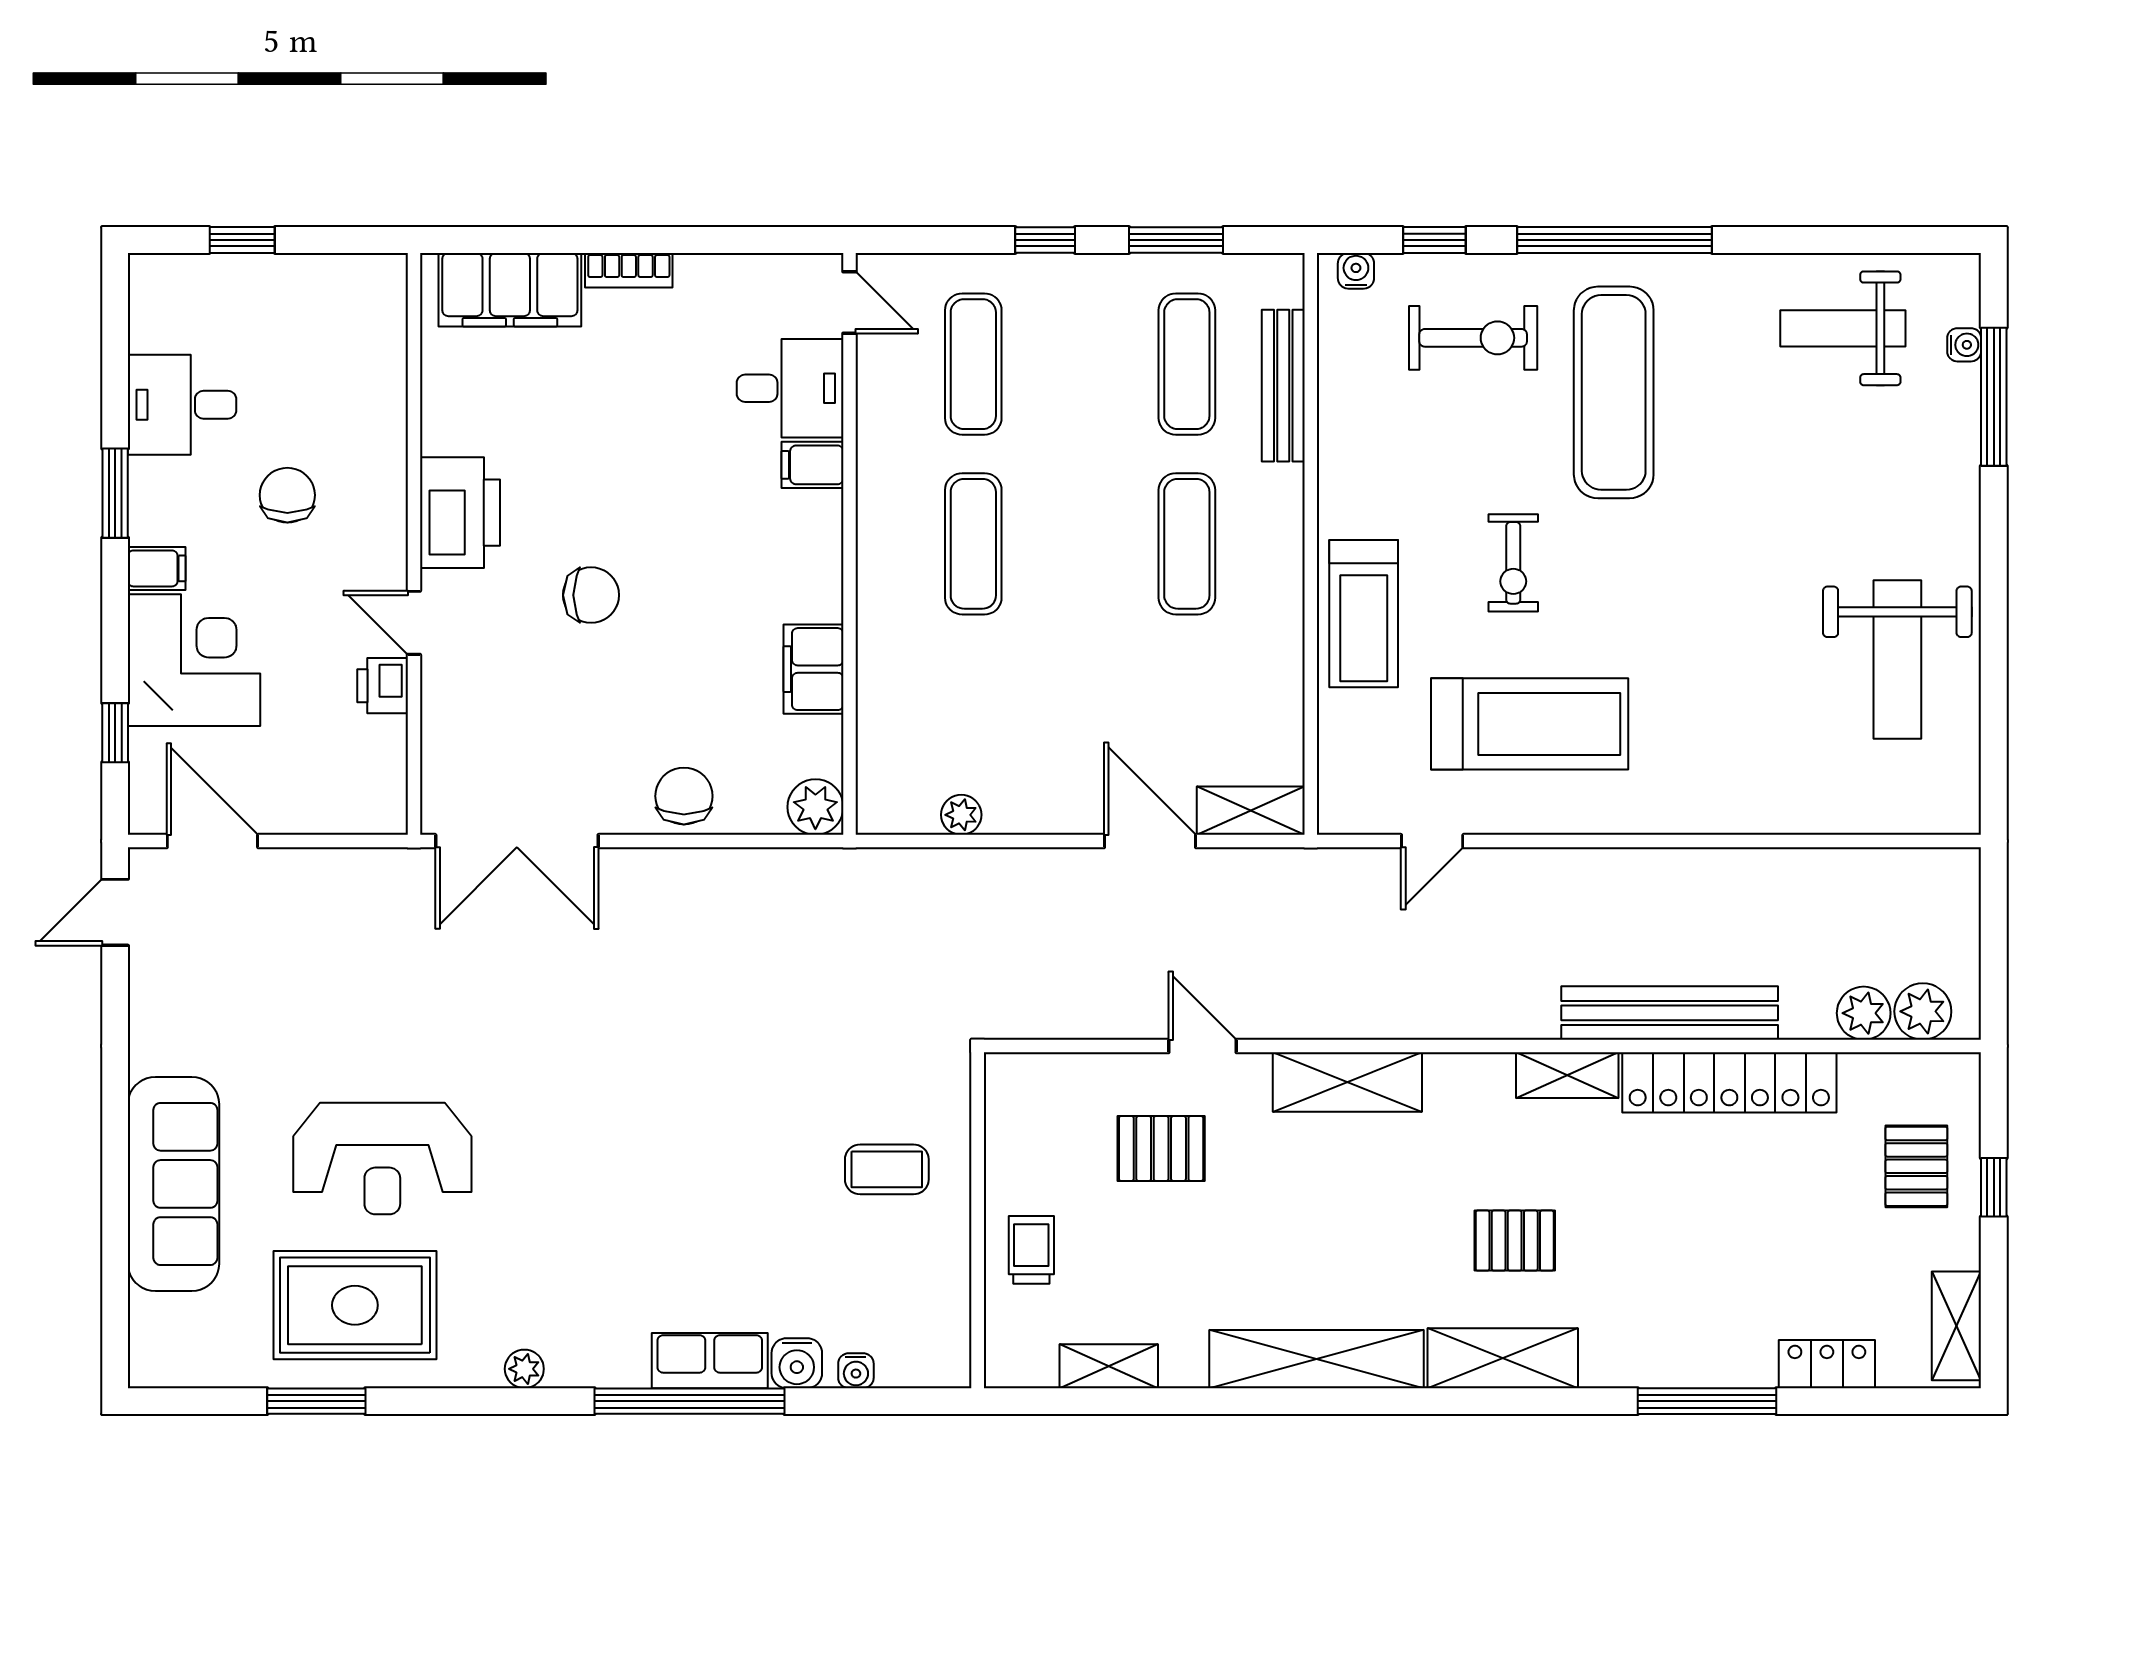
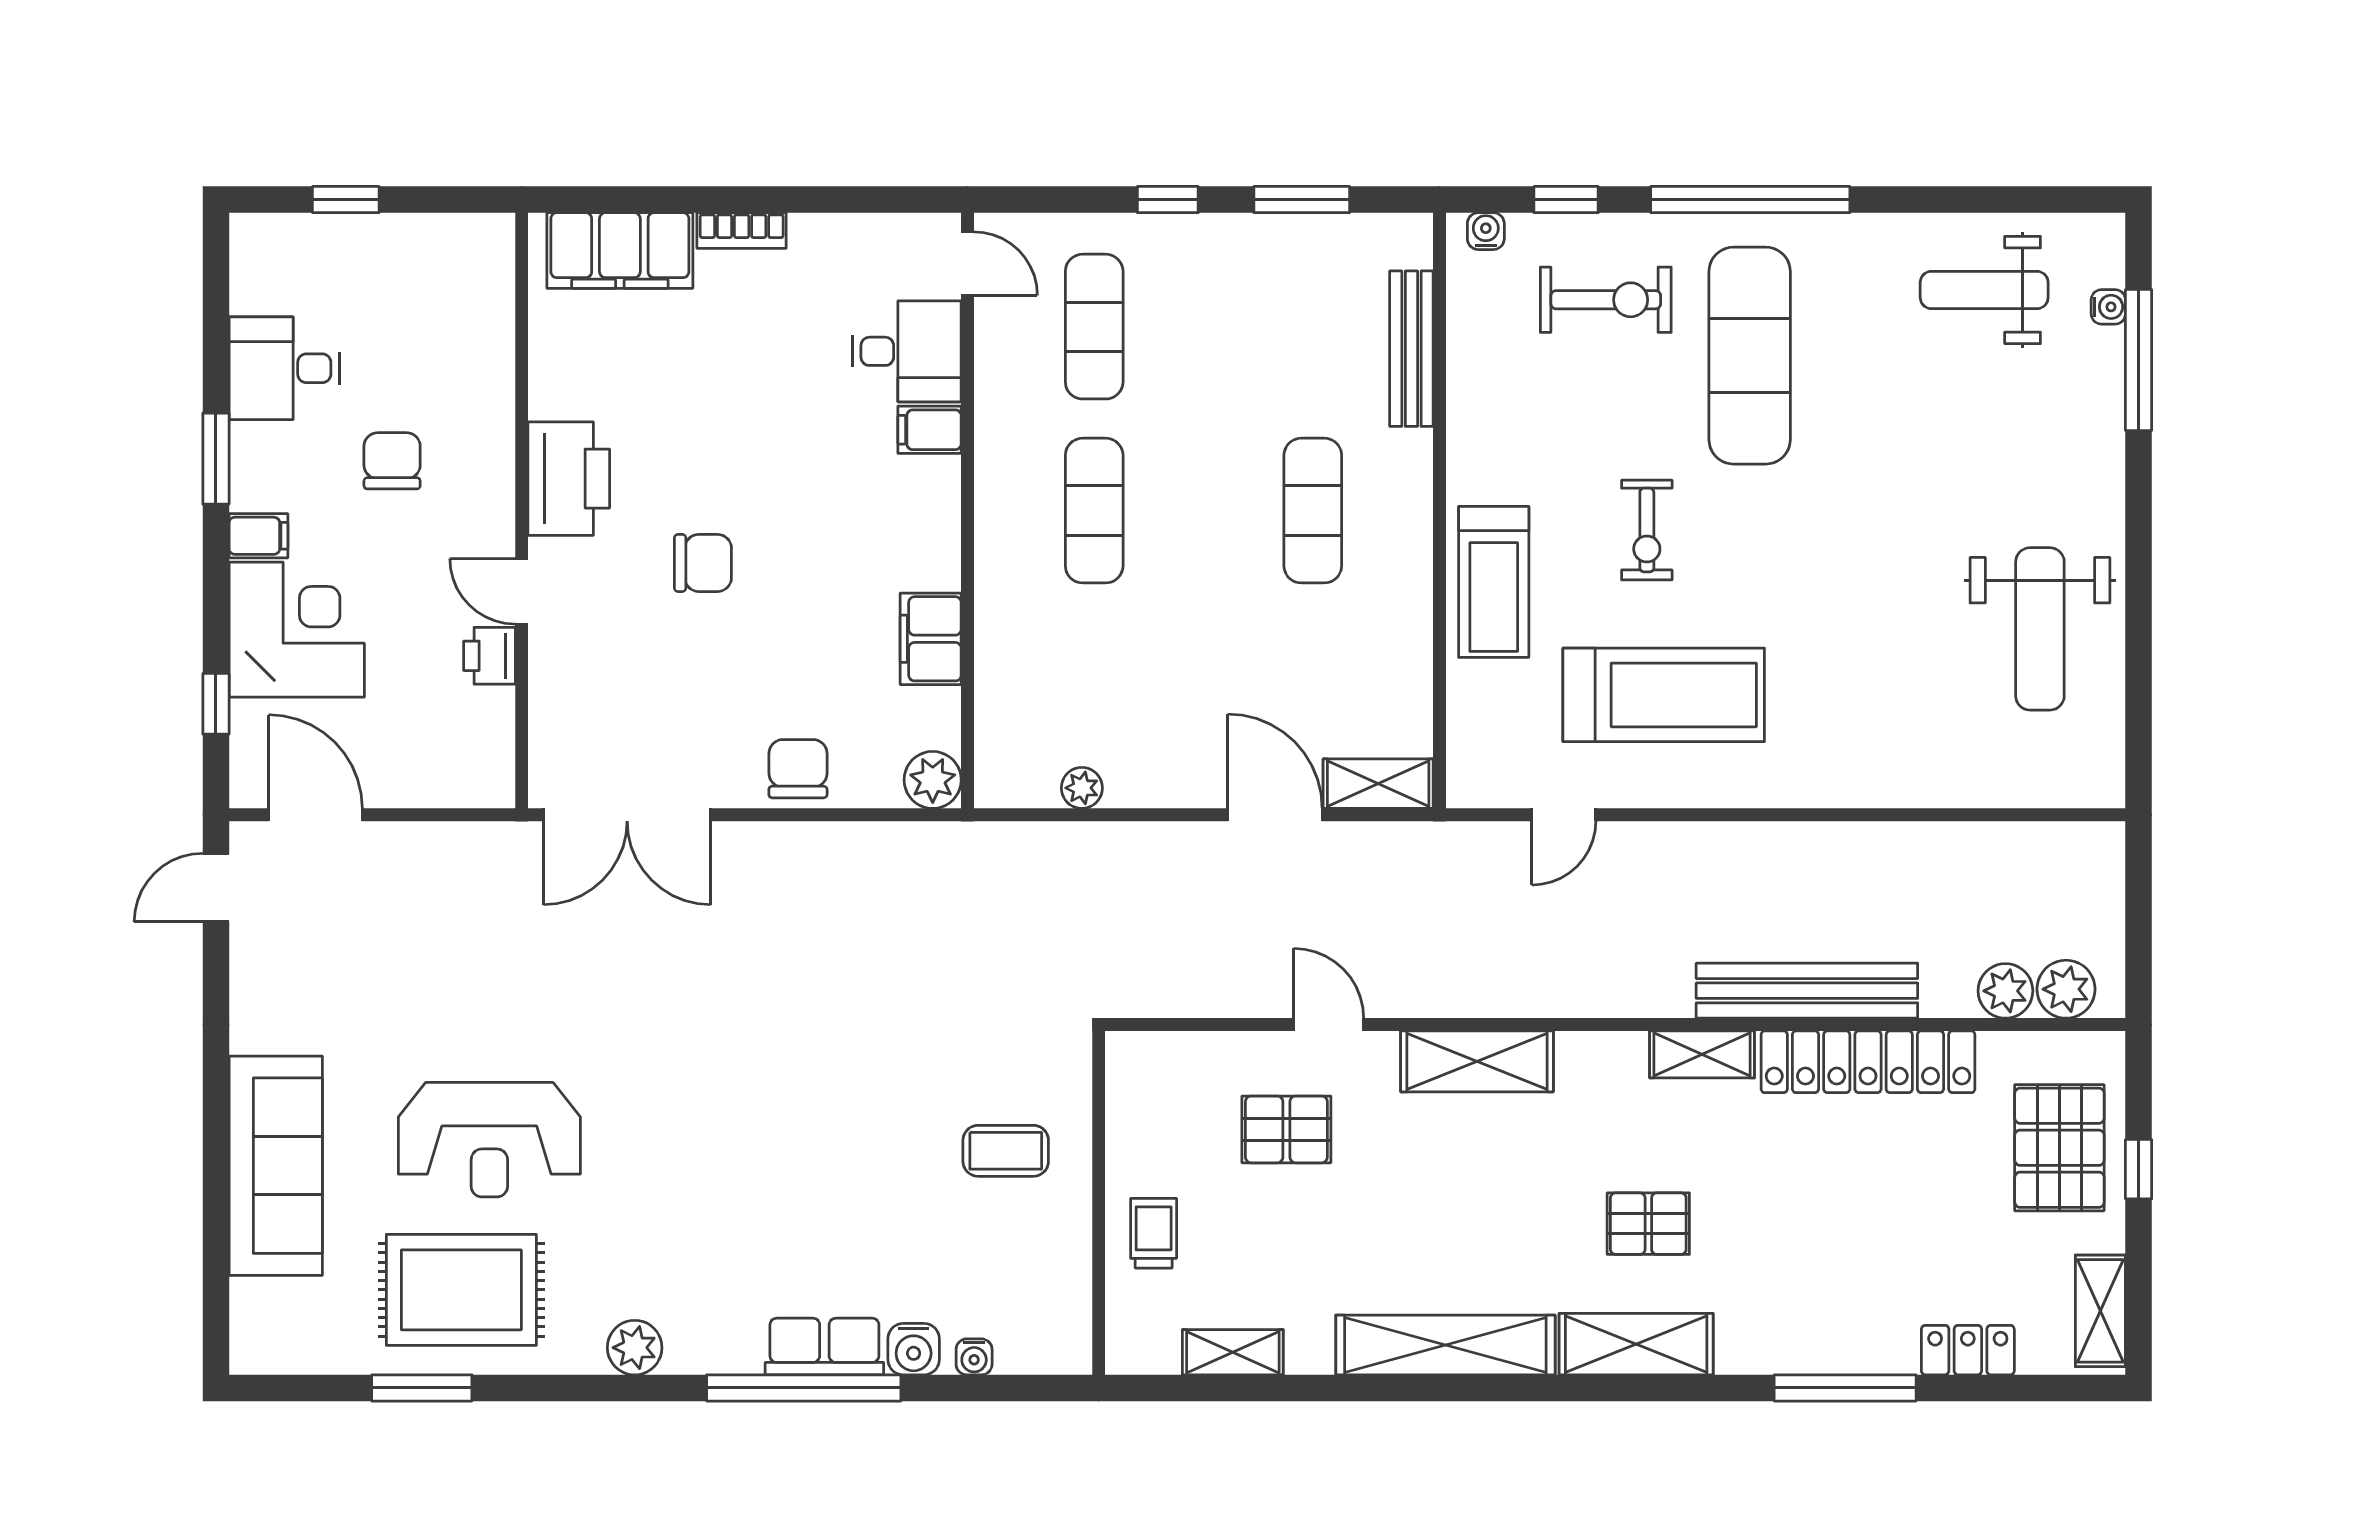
exercise mat: (1187, 364) -> (1313, 327), removed
pallet: (1916, 1166) -> (2059, 1148), width x1.50, depth x1.42
plant: (524, 1369) -> (635, 1348), width x1.38, depth x1.38

